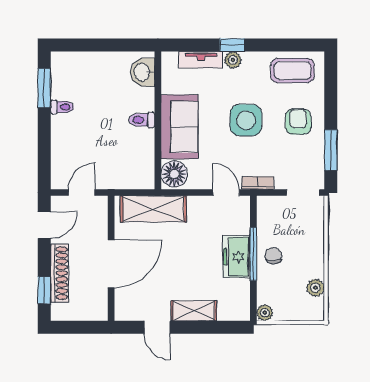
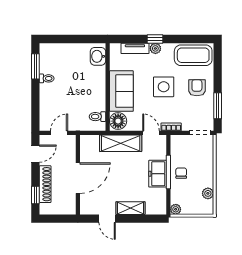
coffee table: (292, 71) -> (193, 55), width x1.36, depth x1.32
toilet: (142, 120) -> (97, 117), moved
shelving: (153, 209) -> (121, 143), moved

